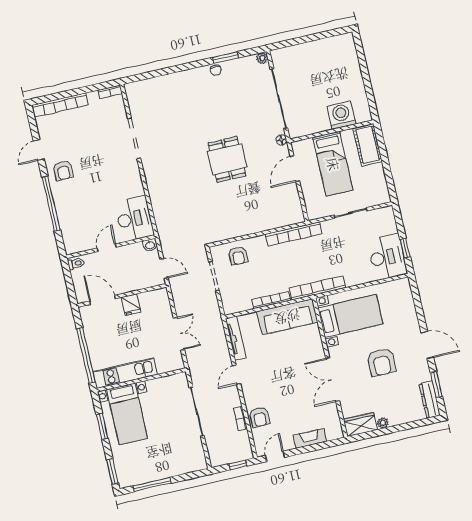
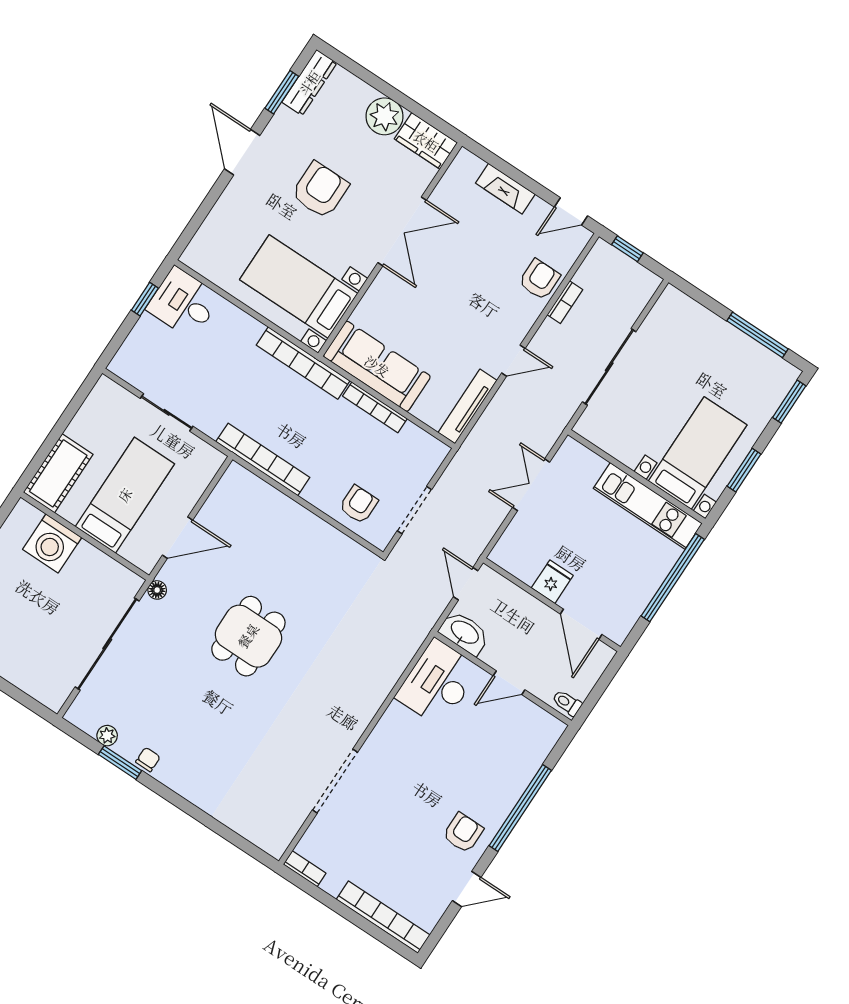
plant: (262, 58) -> (107, 736), moved
washbasin: (150, 245) -> (464, 633), width x1.91, depth x1.45
desk: (387, 257) -> (184, 303), width x0.73
plant: (383, 423) -> (384, 116), width x1.88, depth x1.88

